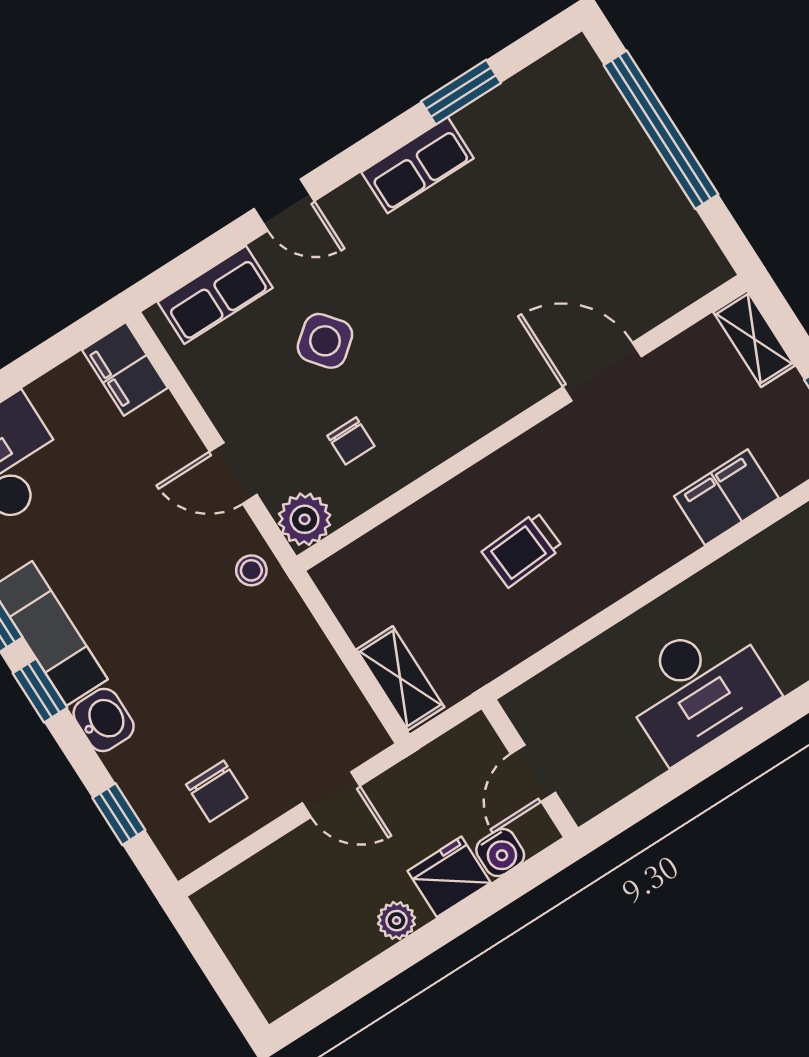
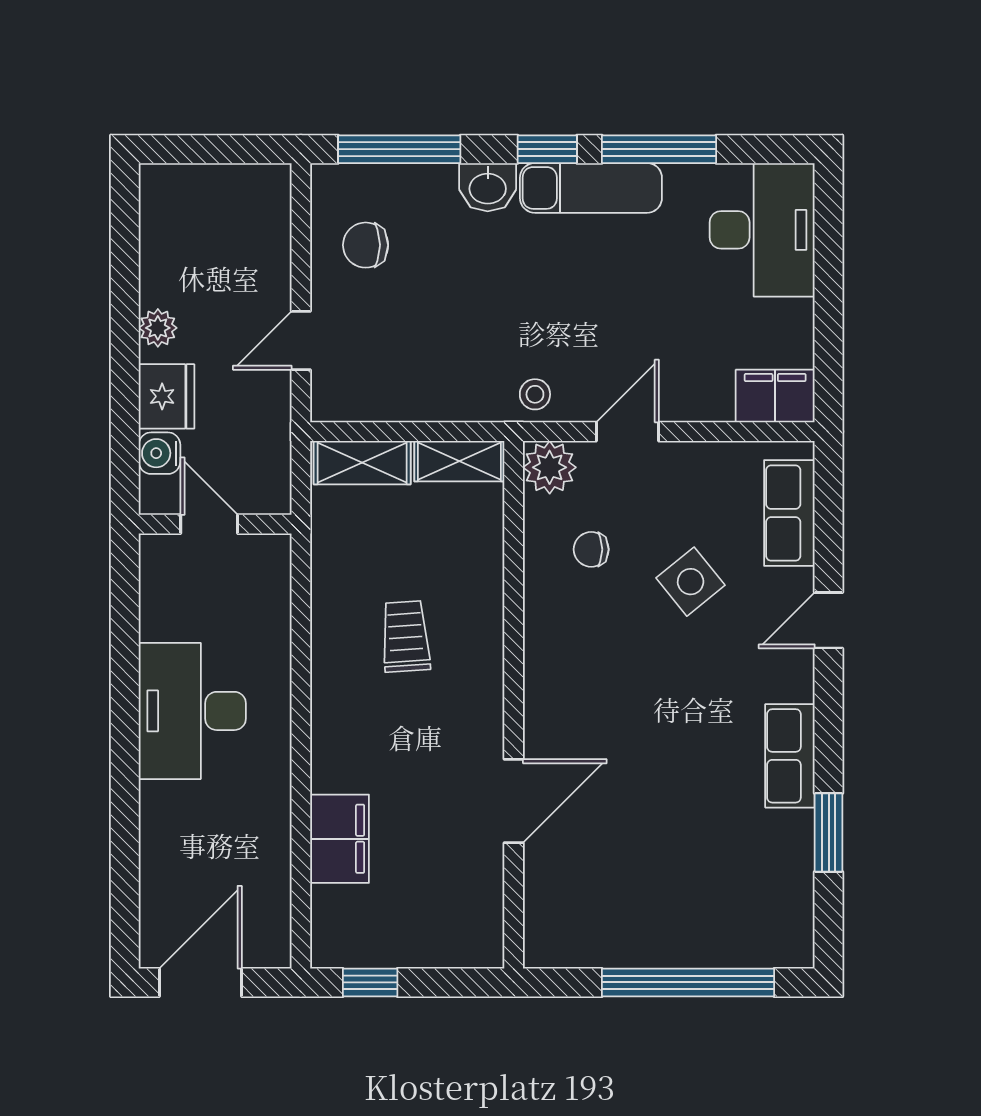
shelving: (754, 339) -> (459, 461), moved
window: (119, 814) -> (399, 149), width x2.17

